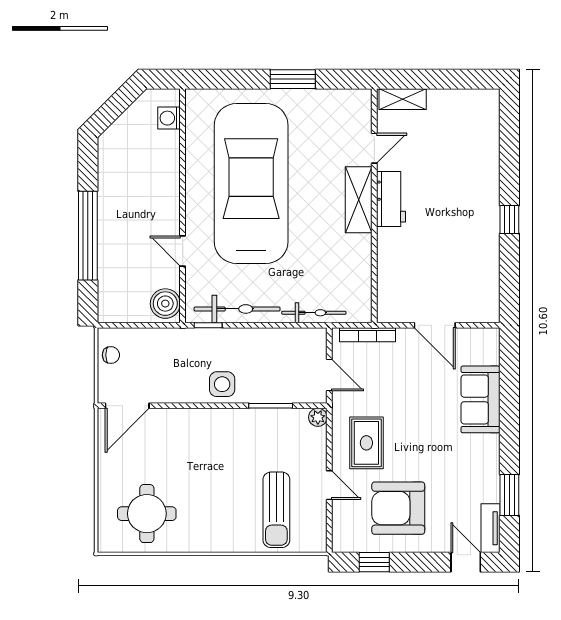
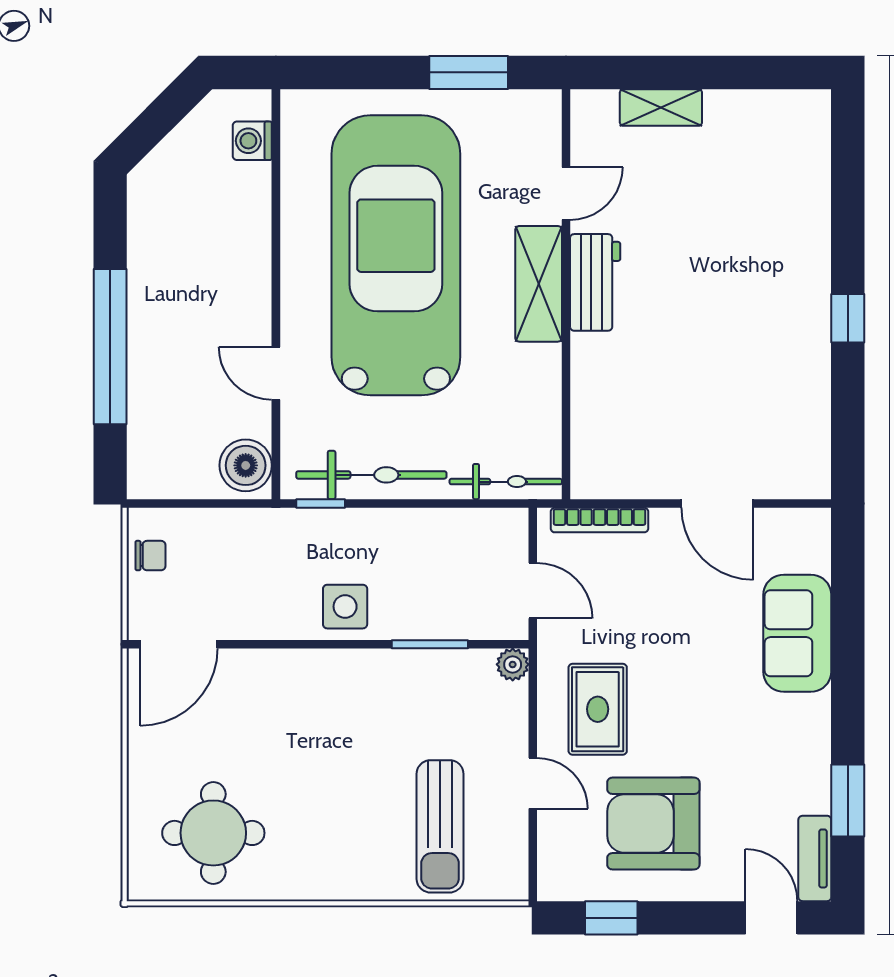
door: (374, 148) -> (566, 193), moved
workbench: (391, 199) -> (595, 282), moved
shelving: (359, 200) -> (539, 284), moved
wall: (374, 206) -> (566, 294), moved

